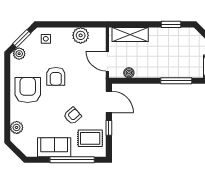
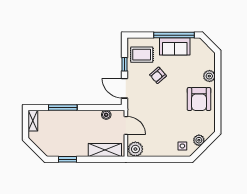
plant: (81, 35) -> (135, 149), moved
window: (22, 39) -> (204, 146), removed
plant: (19, 54) -> (199, 140), moved
armchair: (56, 76) -> (173, 112), removed
plant: (17, 127) -> (209, 76), moved
window: (72, 160) -> (174, 35), moved

